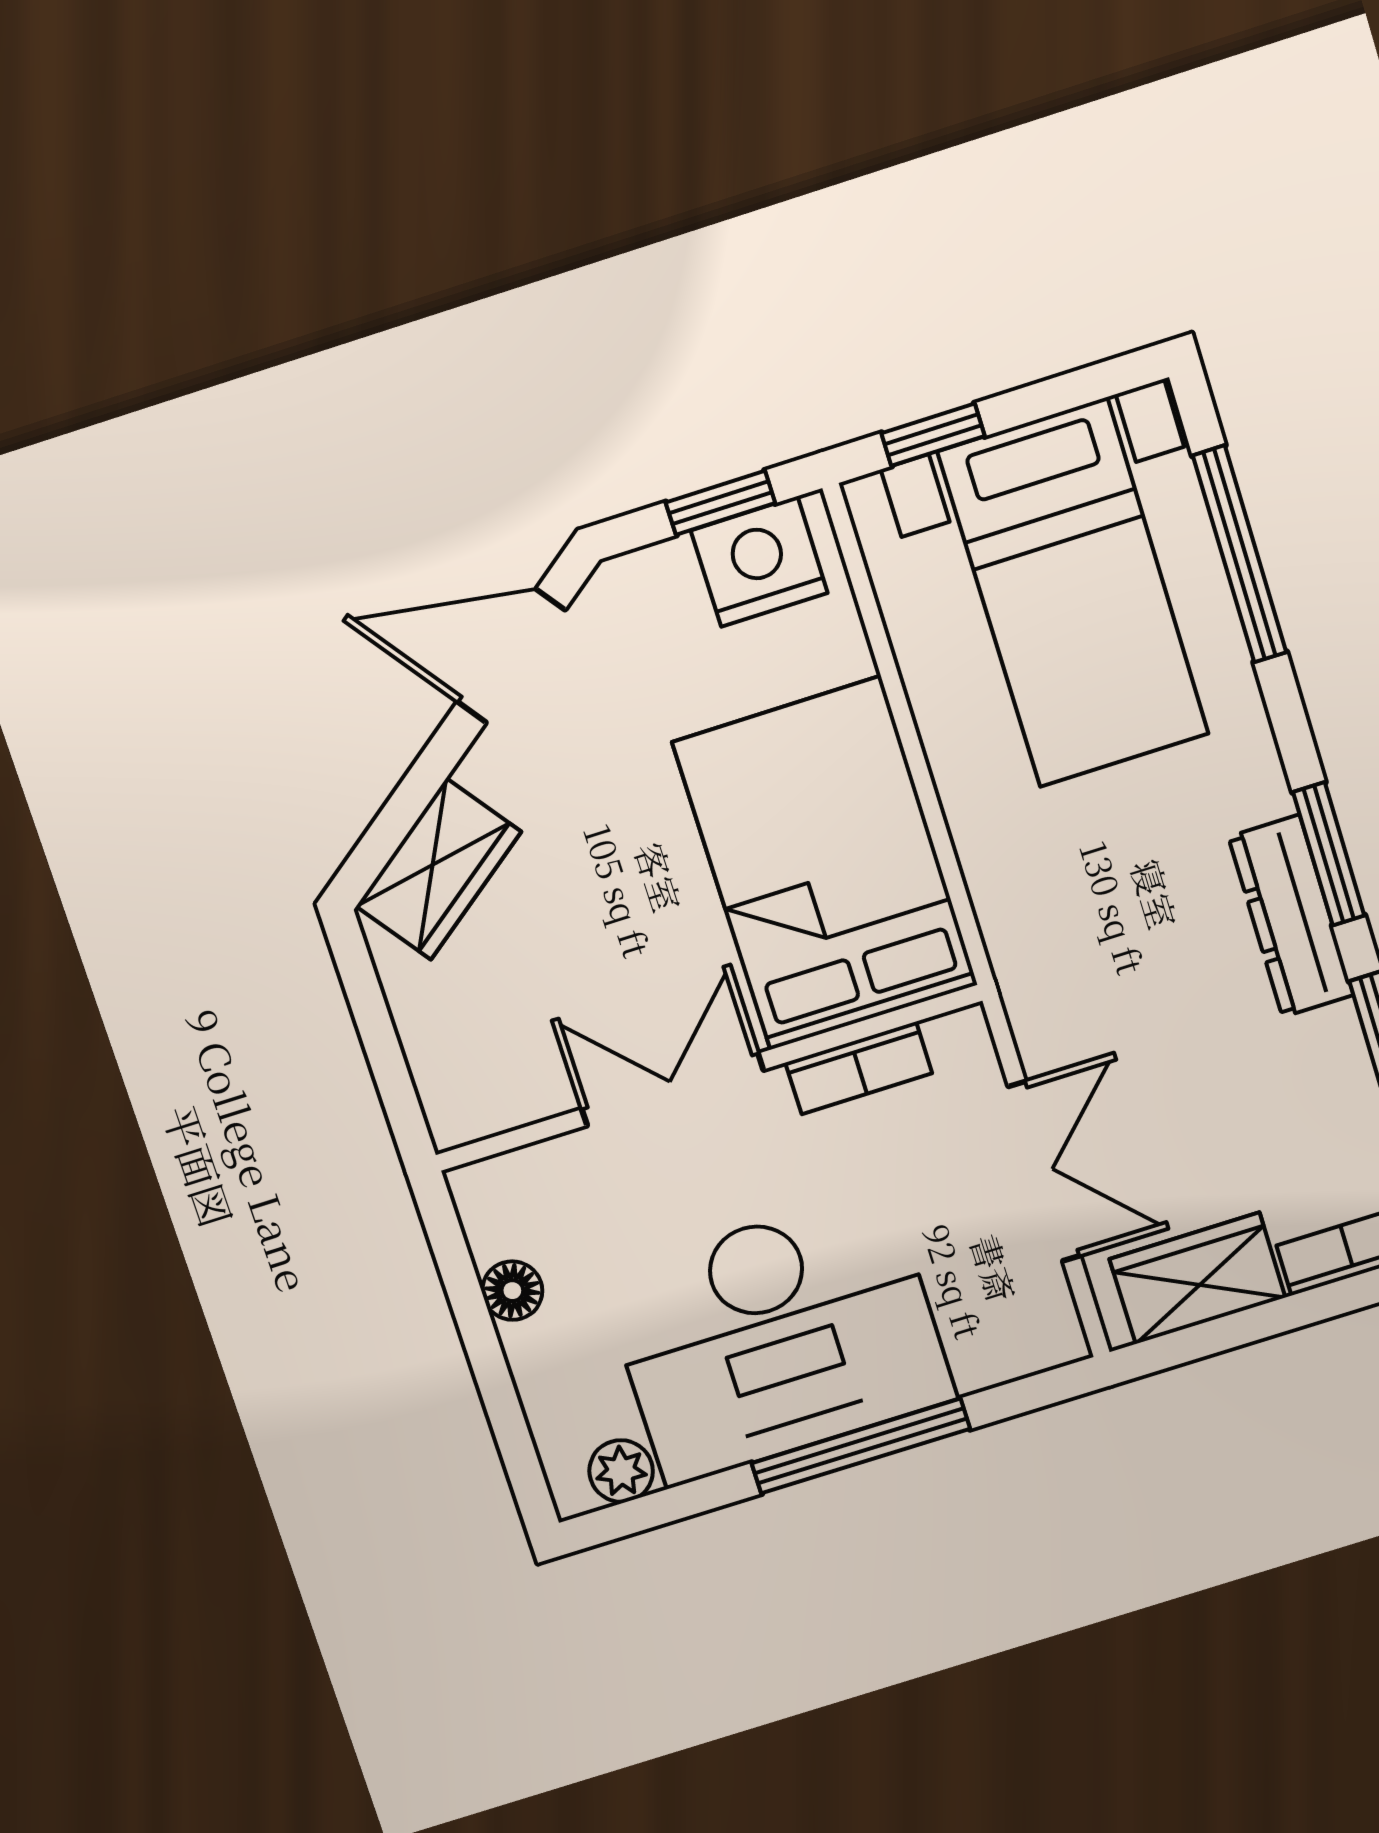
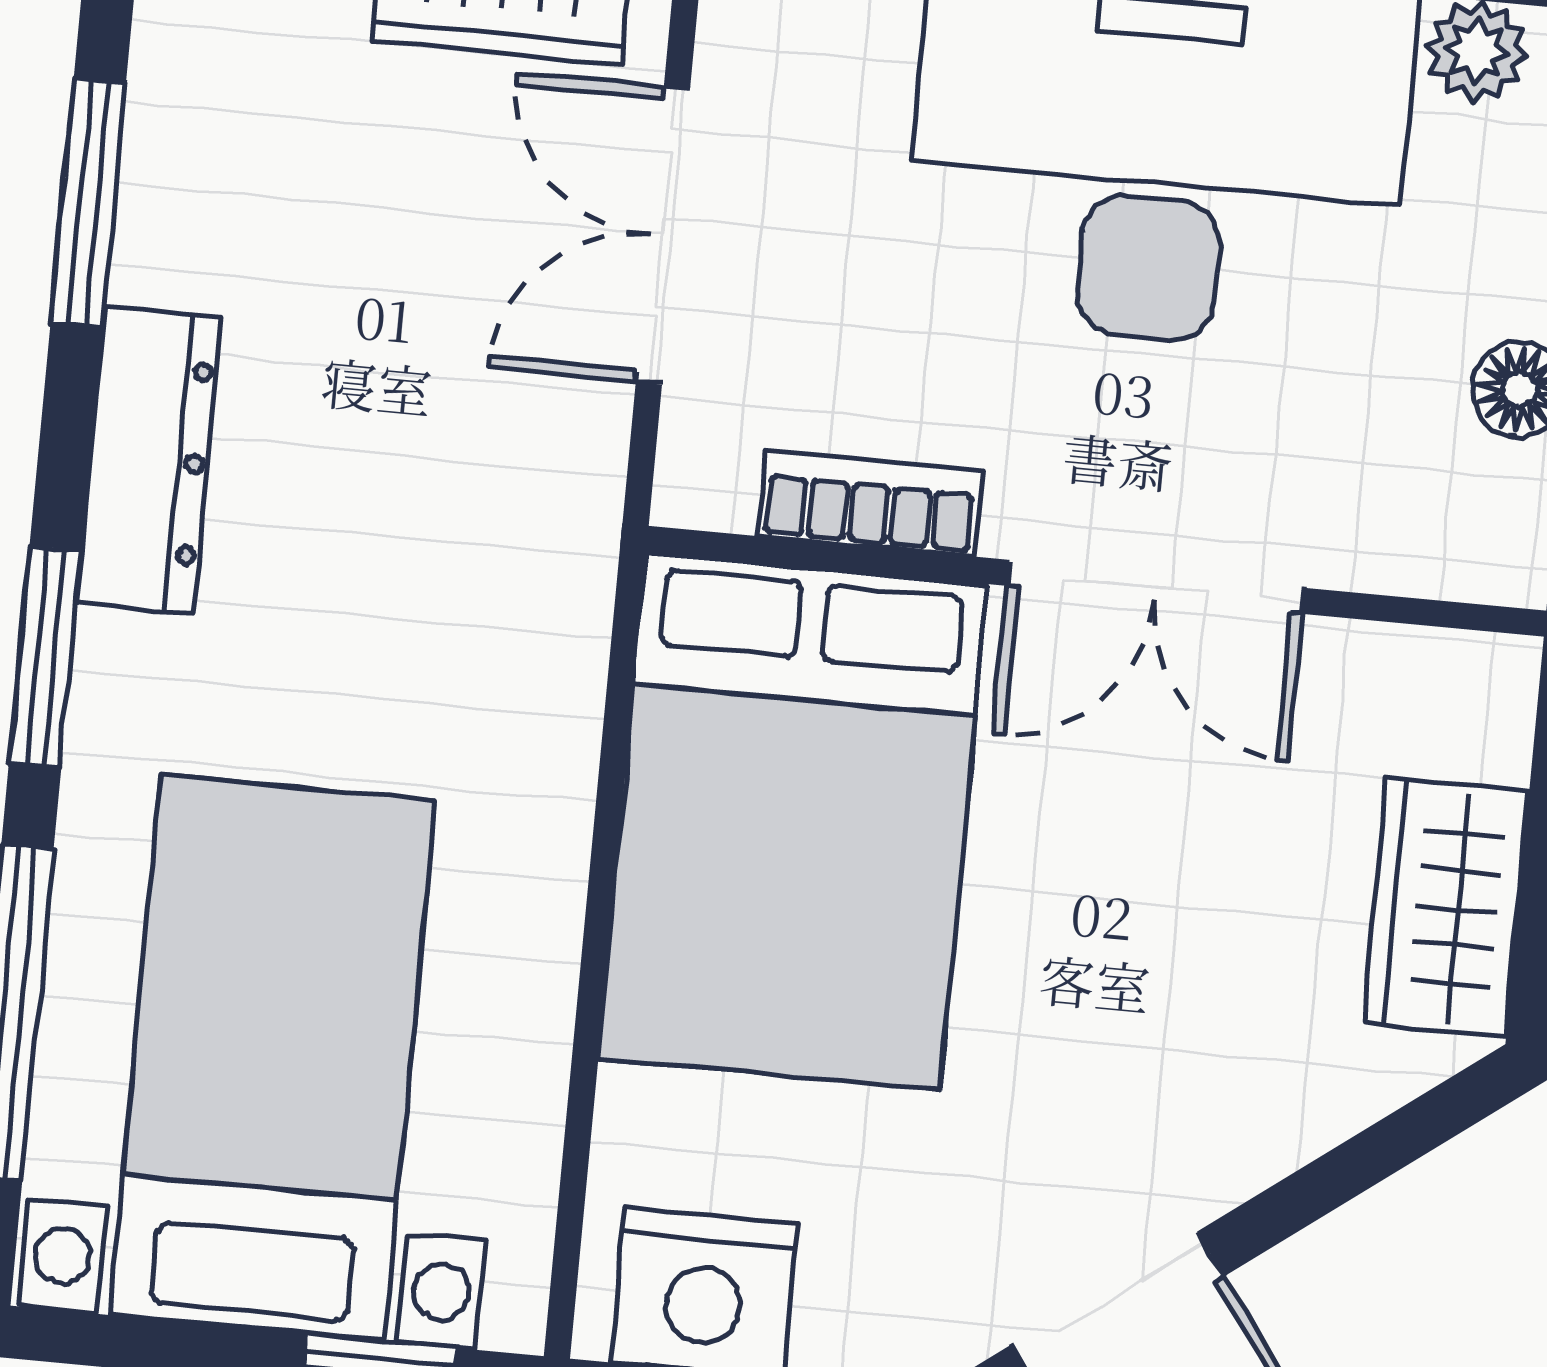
window: (1329, 854) -> (45, 657), moved
wardrobe: (439, 869) -> (1446, 907), moved, turned -53

